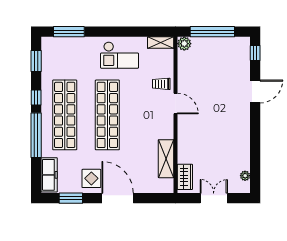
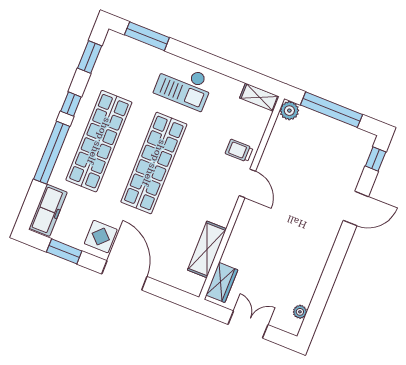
checkout: (120, 55) -> (184, 86), moved

